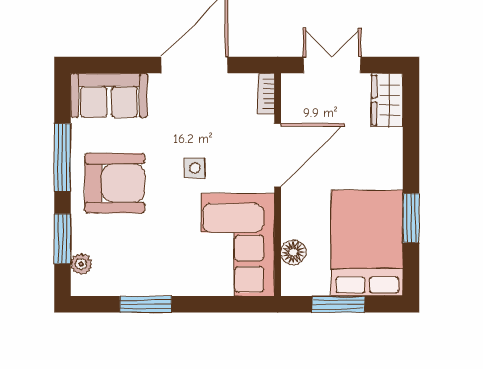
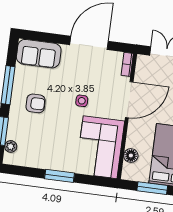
armchair: (115, 183) -> (36, 103), width x0.53, depth x0.53
window: (146, 304) -> (60, 176), moved

